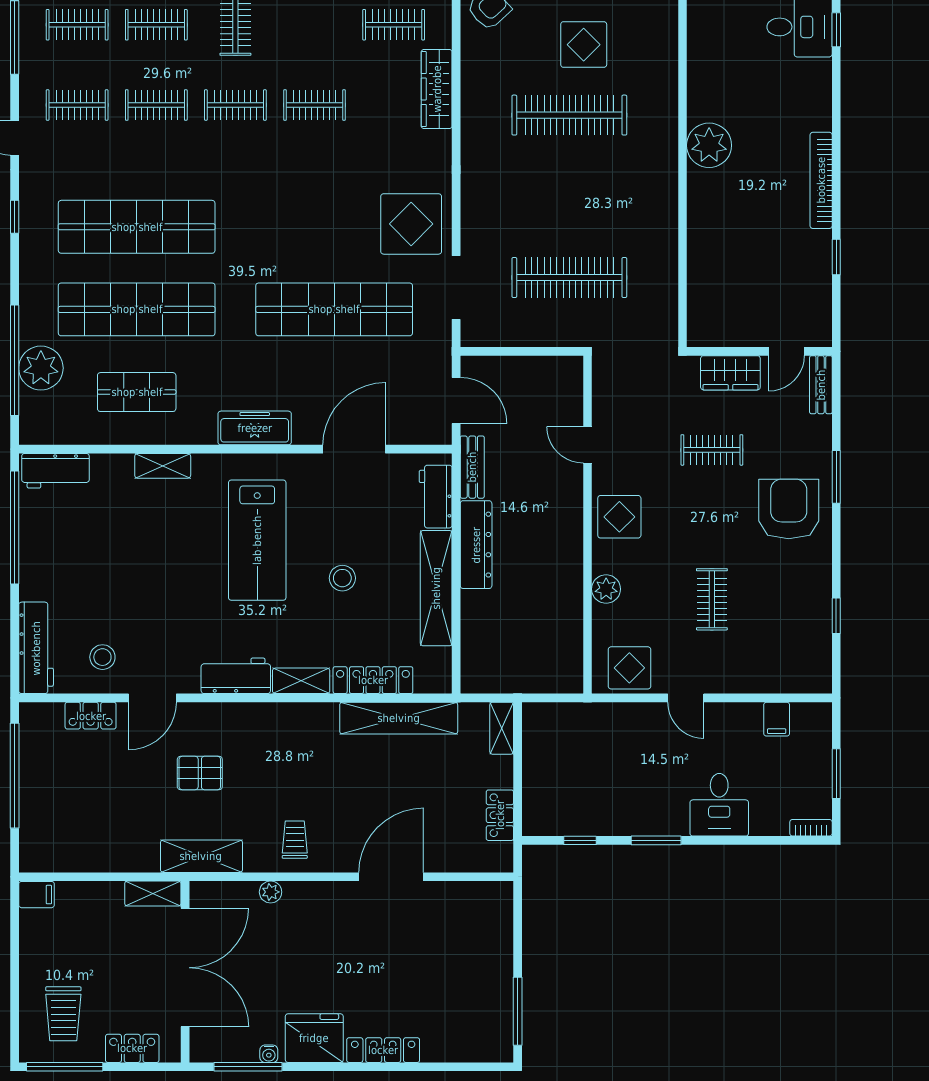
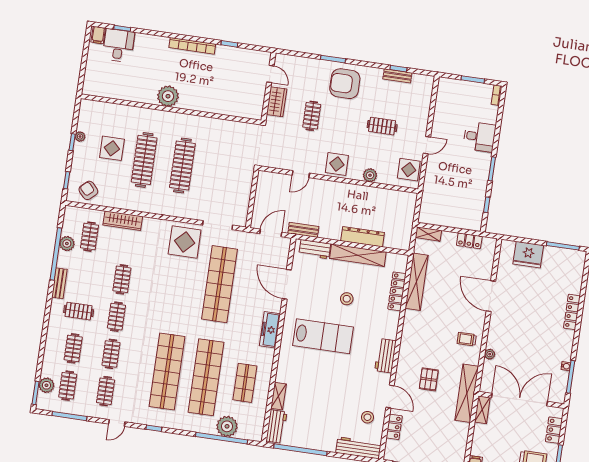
clothes rail: (569, 278) -> (182, 166), moved
bench: (821, 385) -> (397, 76), moved
shelving: (163, 466) -> (278, 396), moved
dresser: (476, 545) -> (363, 237), moved
shelving: (301, 681) -> (392, 325), removed
filing cabinet: (777, 719) -> (443, 104), removed
shelving: (201, 856) -> (467, 393), width x1.47
fridge: (314, 1038) -> (528, 255), moved, turned -90

